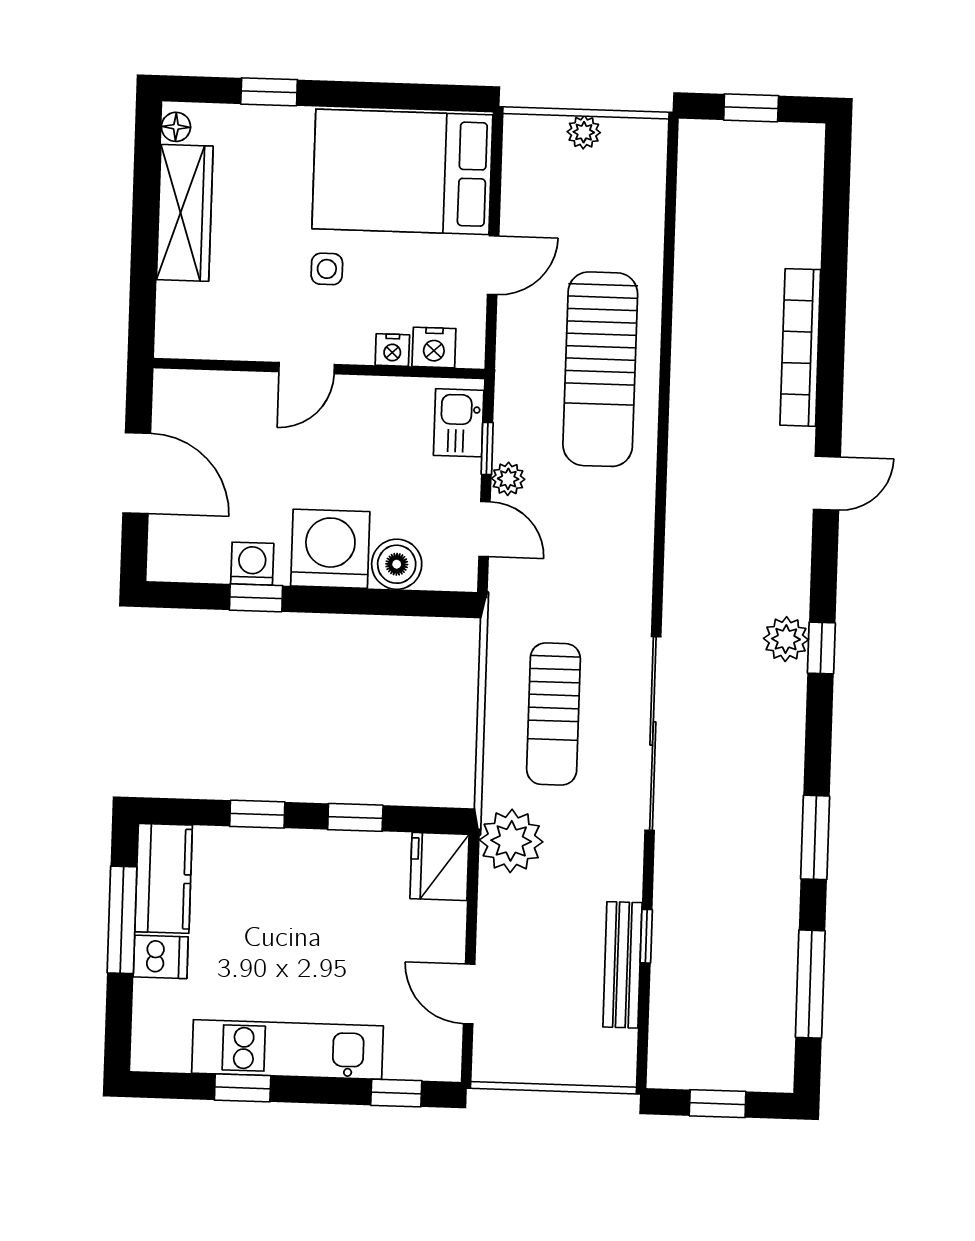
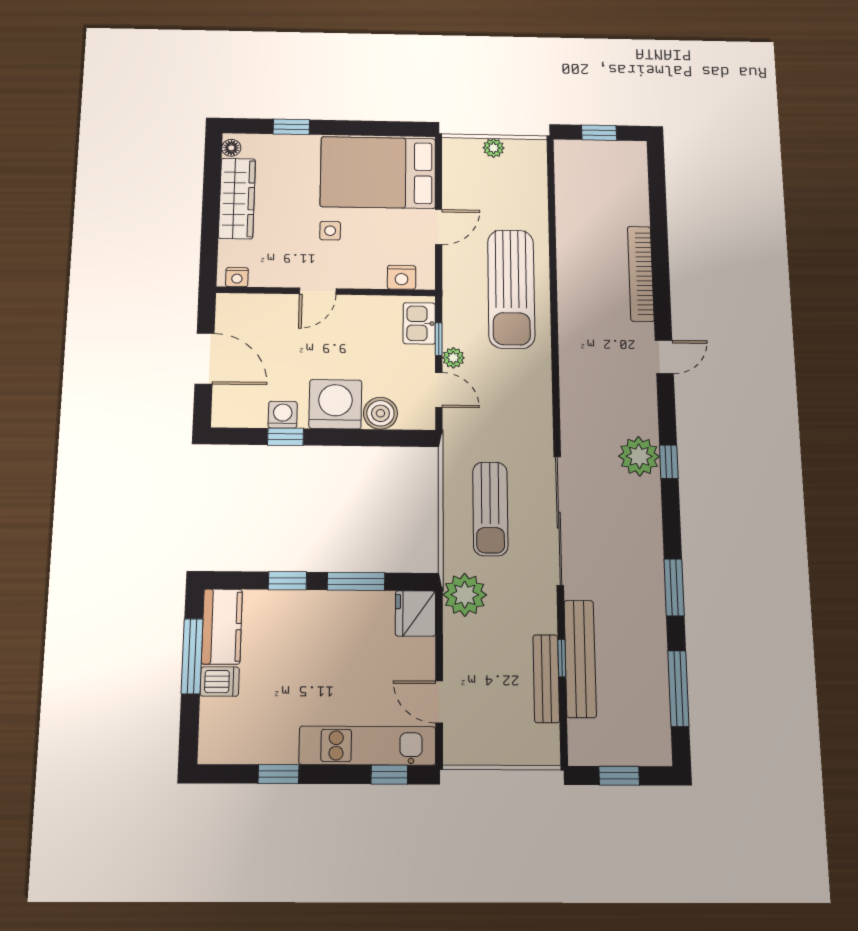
nightstand: (392, 350) -> (237, 277), moved
plant: (786, 639) -> (639, 456), width x1.36, depth x1.36
window: (355, 817) -> (356, 581), width x1.50
bench: (672, 938) -> (580, 659), added
kitchen unit: (287, 1049) -> (367, 746), moved

